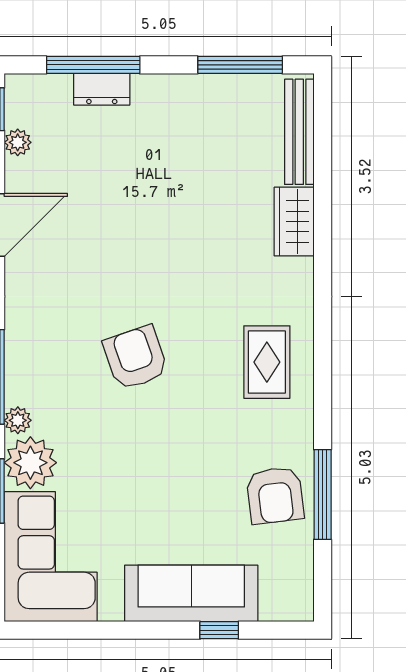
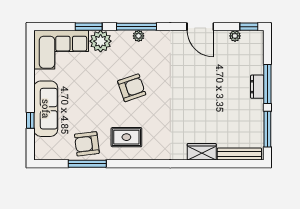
window: (93, 65) -> (267, 84), moved
dresser: (102, 89) -> (257, 87), moved
armchair: (136, 358) -> (132, 88), moved
rug: (267, 362) -> (126, 137), moved
plant: (18, 420) -> (139, 36), moved

